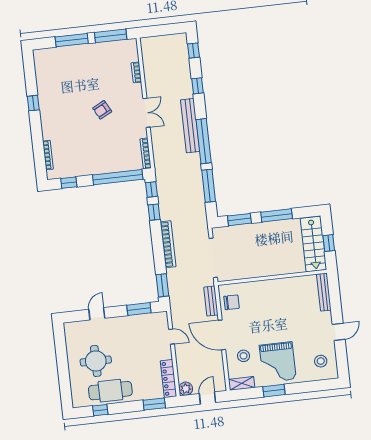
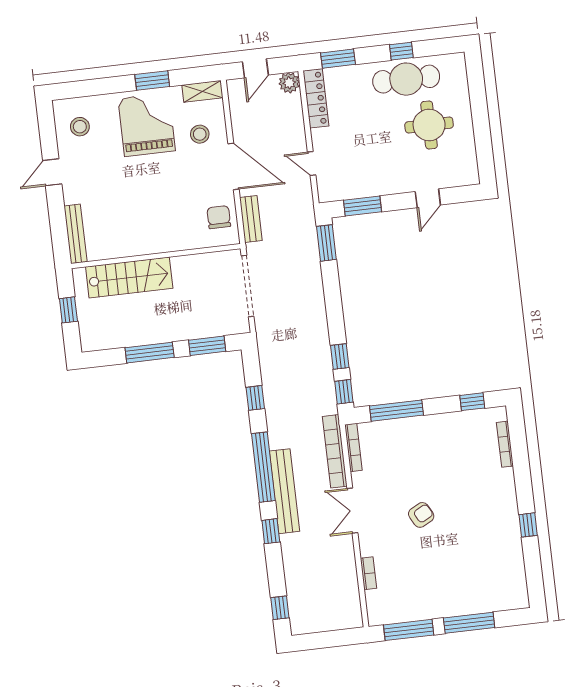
window: (197, 86) -> (271, 531), moved
window: (118, 177) -> (397, 411), width x0.68
window: (209, 186) -> (255, 398), width x0.46
bookcase: (168, 244) -> (335, 451), moved
stairs: (313, 244) -> (129, 278), moved, turned 90
chair: (232, 302) -> (219, 217), turned 90
window: (100, 410) -> (401, 51), moved

